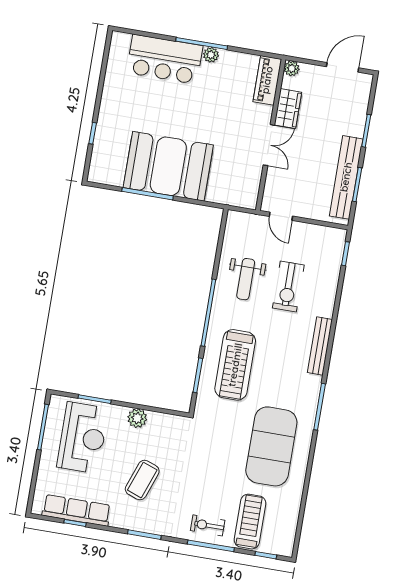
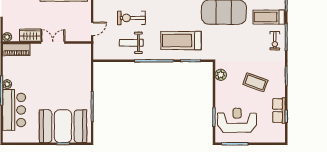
booth: (168, 166) -> (63, 126), moved, turned 90
weight bench: (246, 279) -> (131, 43), turned 180
exercise bike: (288, 287) -> (131, 18), turned 180
treadmill: (235, 365) -> (181, 41), turned 180
plant: (137, 418) -> (221, 75), moved
row of seats: (76, 510) -> (279, 111), width x0.68

